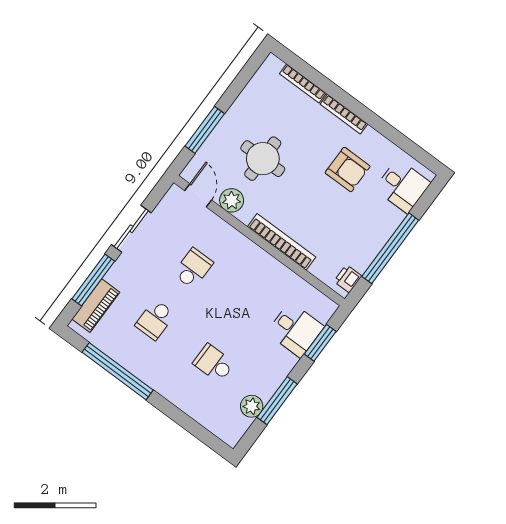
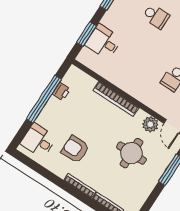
printer: (348, 279) -> (61, 91), moved

